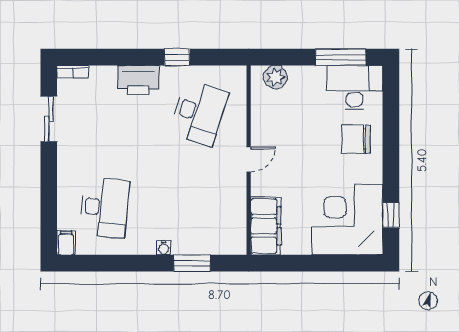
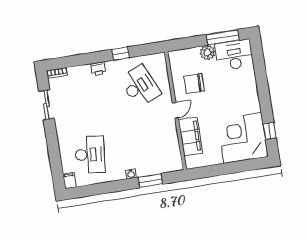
plant: (275, 77) -> (207, 53), moved
printer: (138, 80) -> (98, 69), width x0.53, depth x0.68
desk: (199, 113) -> (140, 86), turned -42
chair: (356, 139) -> (194, 84), moved
filing cabinet: (266, 226) -> (190, 137), moved

